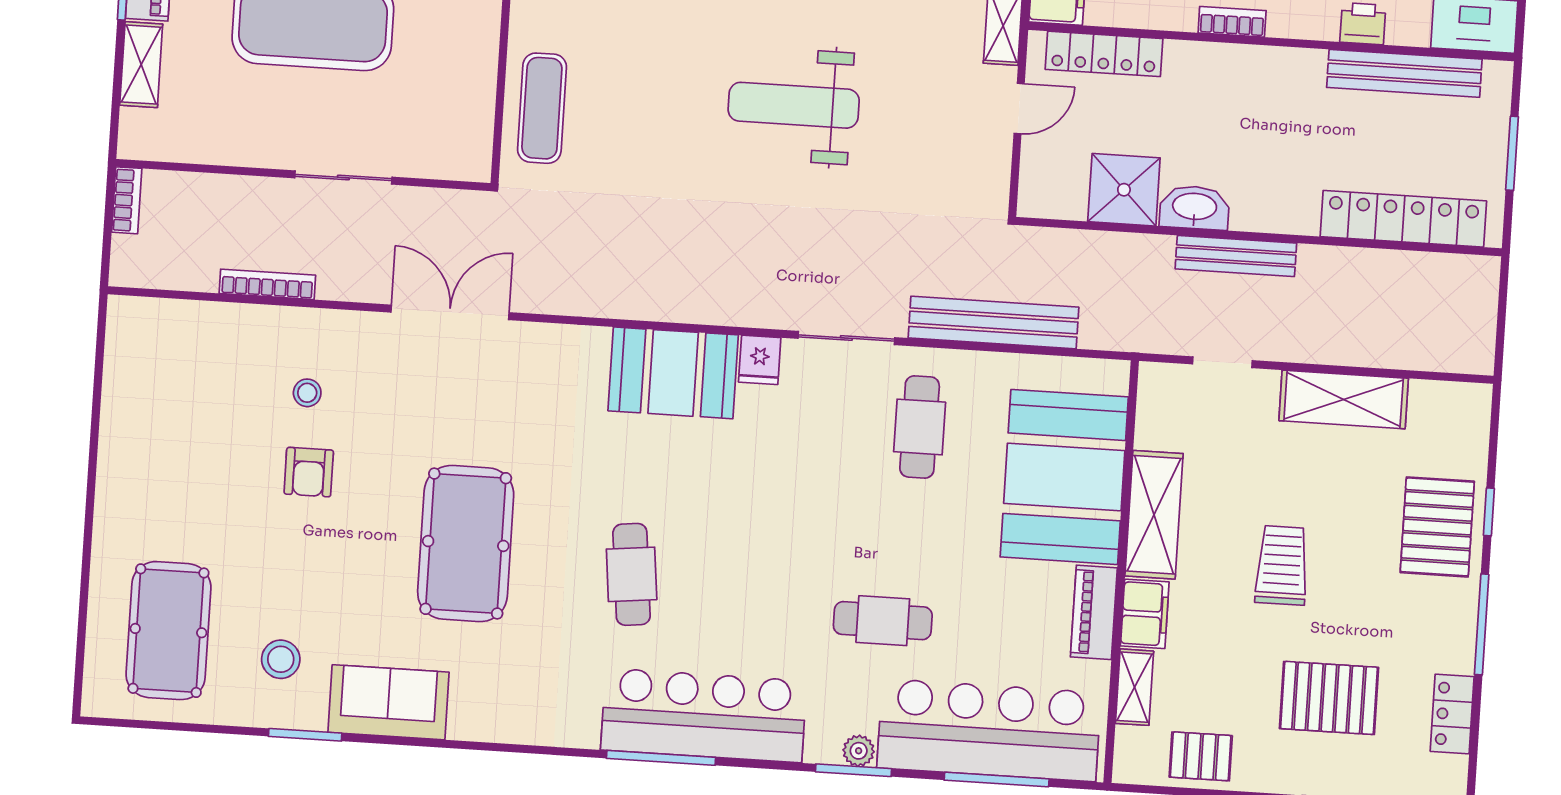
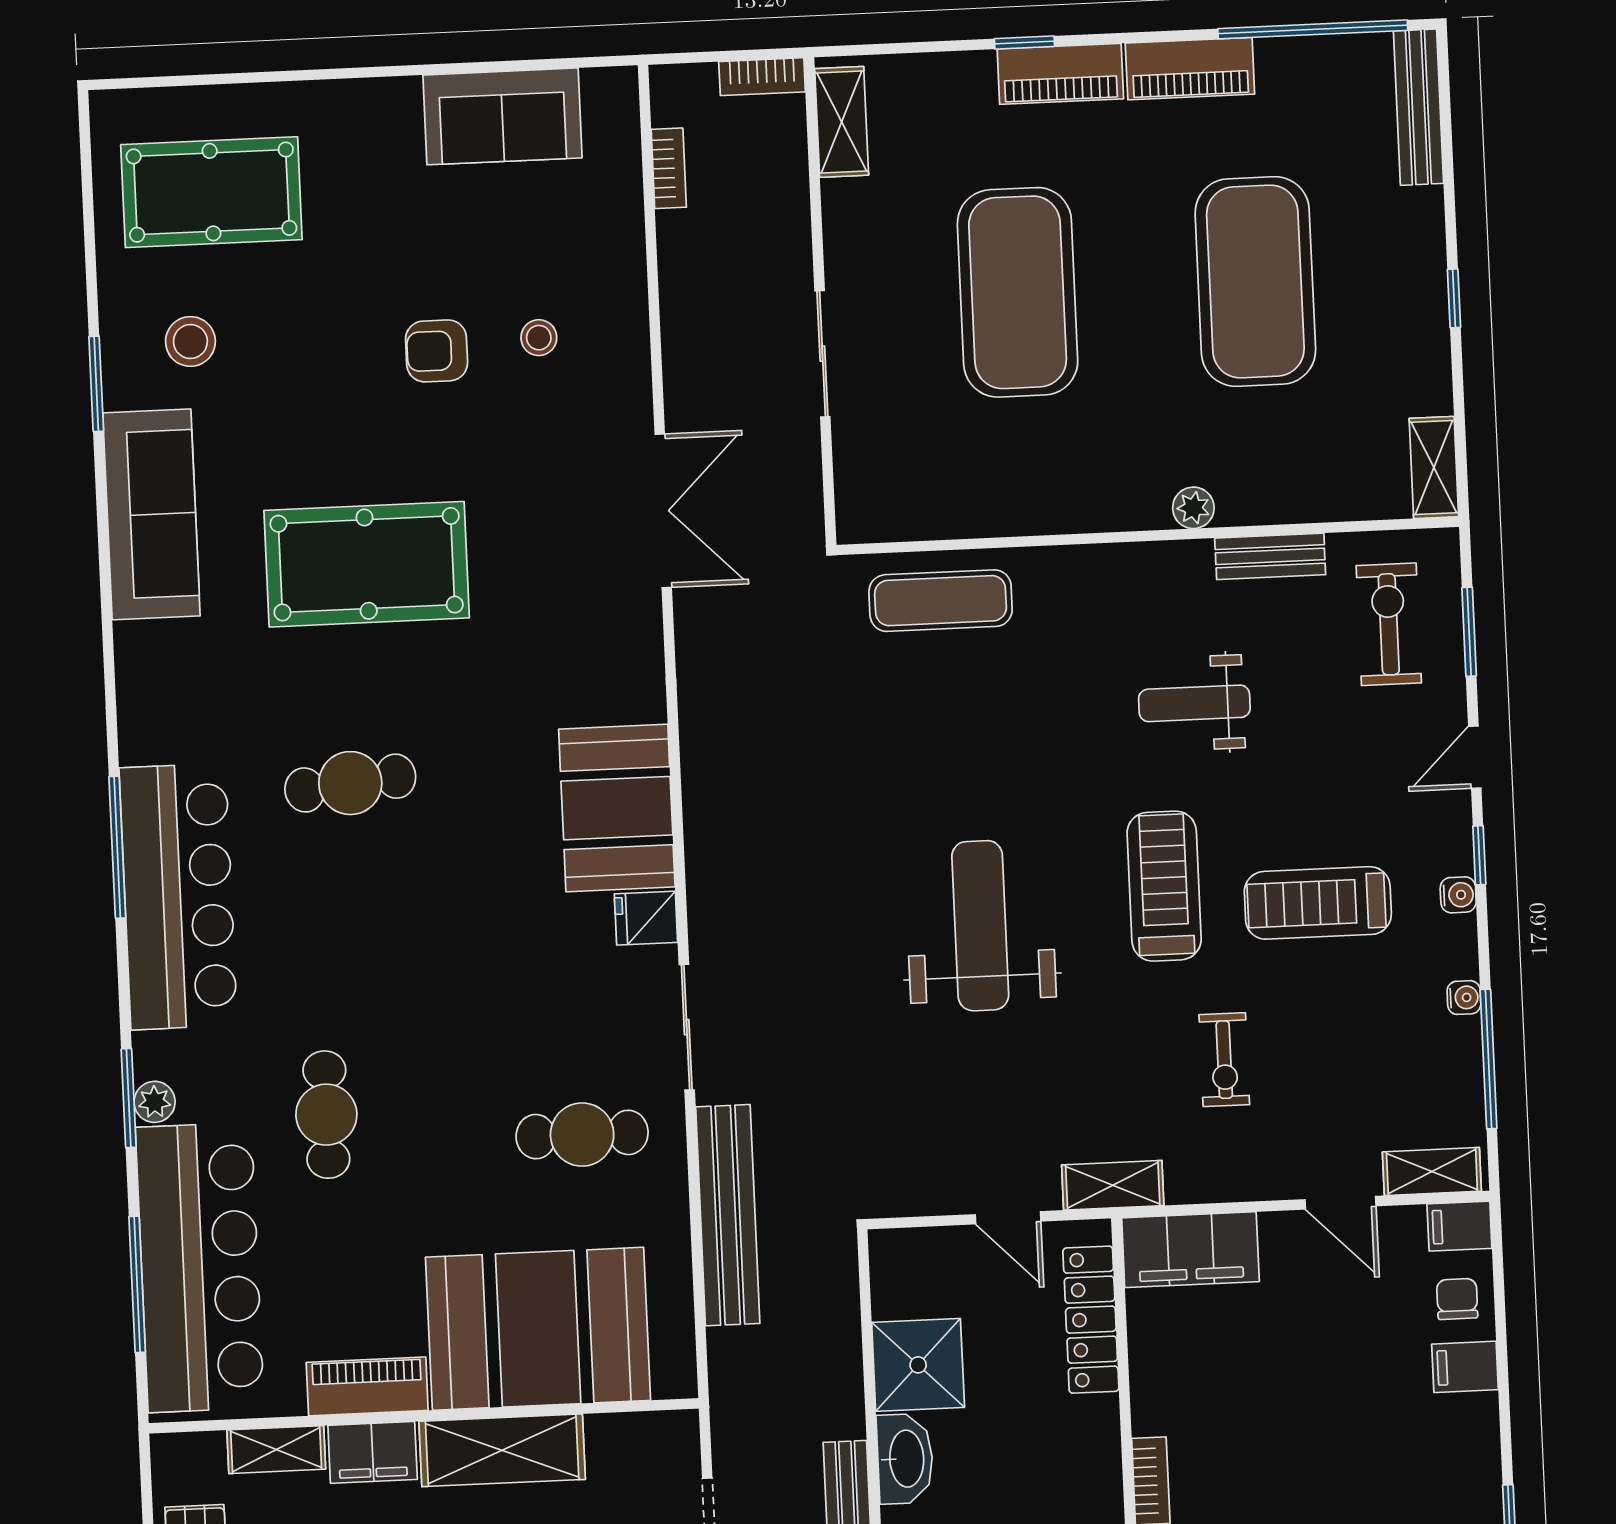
shelving: (141, 65) -> (842, 122), moved, turned 90
bookcase: (267, 284) -> (669, 168), moved, width x0.64
sofa: (135, 402) -> (502, 116), added
sofa: (388, 702) -> (151, 514), width x1.36

